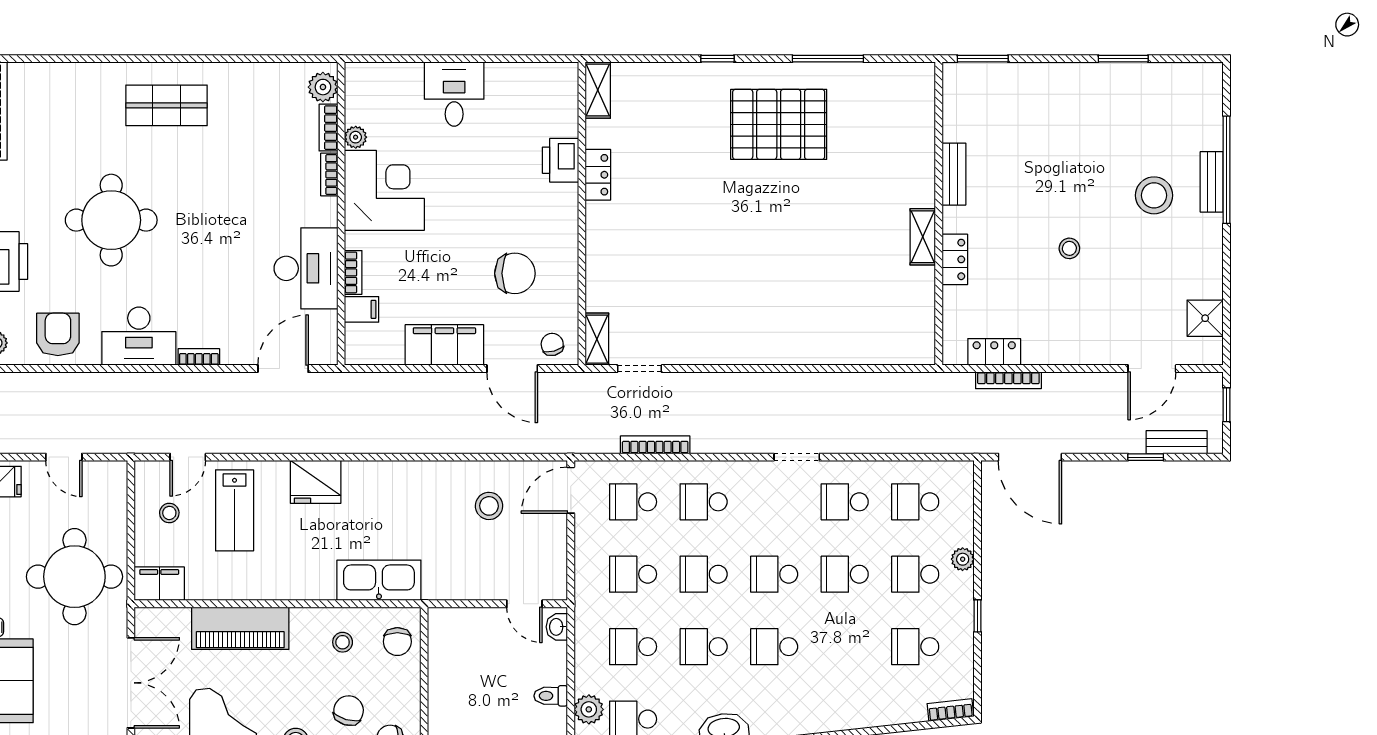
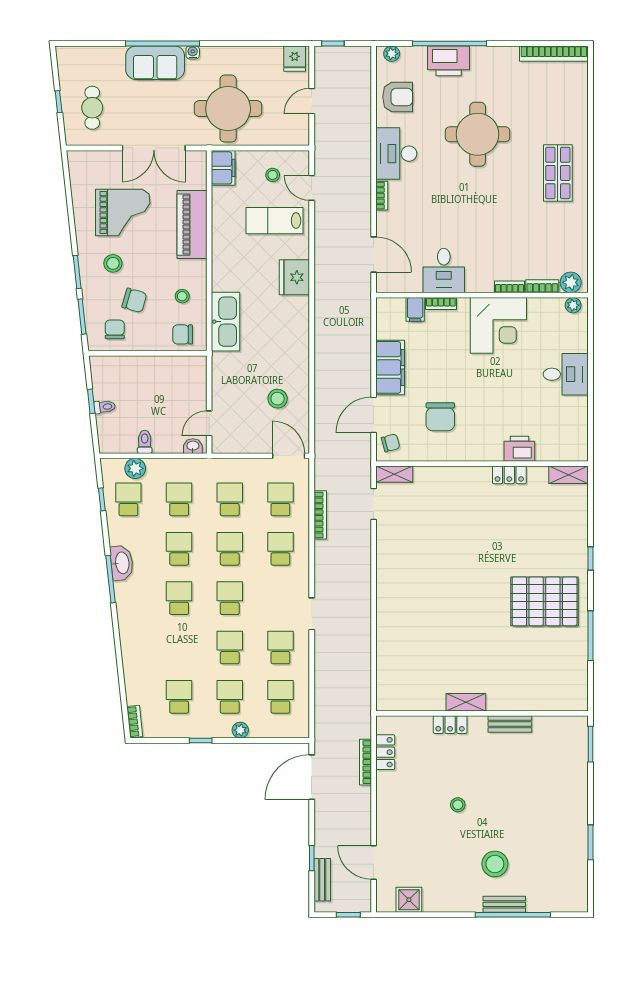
pallet: (779, 124) -> (545, 601), turned 90
plant: (356, 137) -> (573, 305), moved
desk: (306, 268) -> (444, 271), width x0.73

